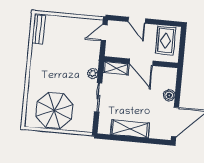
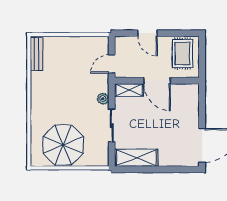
door: (104, 33) -> (112, 64), moved
boiler: (169, 95) -> (193, 115), removed
shelving: (130, 129) -> (136, 158), moved

